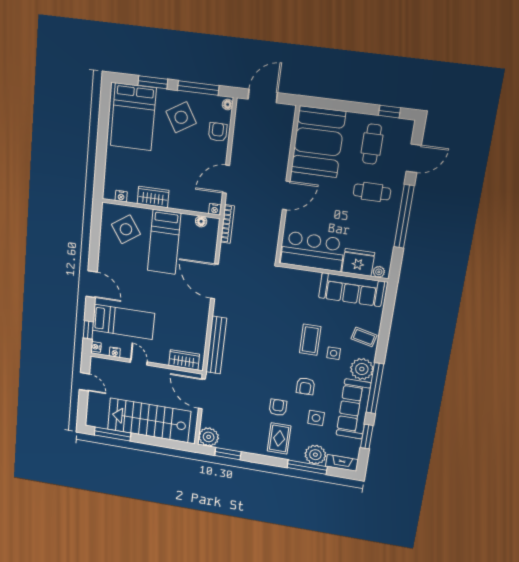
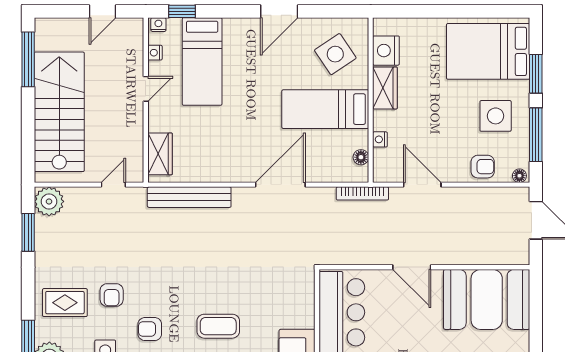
side table: (181, 117) -> (496, 116), turned 31
nightstand: (121, 196) -> (386, 51), width x1.89, depth x1.79
nightstand: (215, 209) -> (380, 139), moved
door: (92, 284) -> (279, 11), moved
door: (202, 394) -> (113, 185), width x0.53
armchair: (278, 407) -> (112, 295), turned 90

